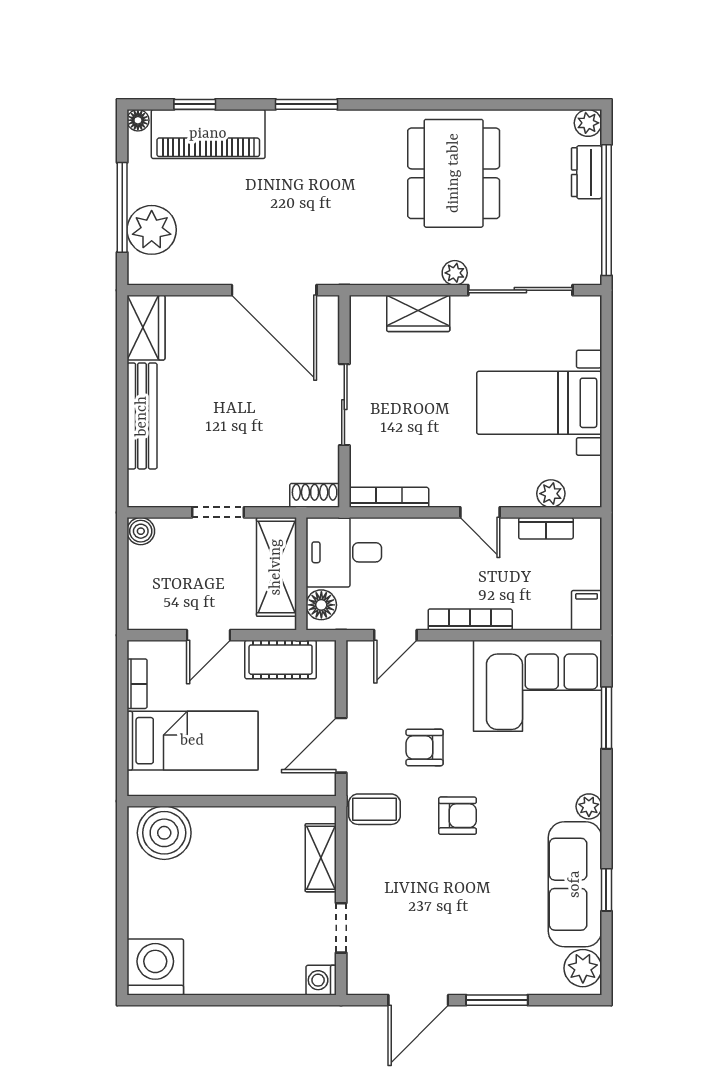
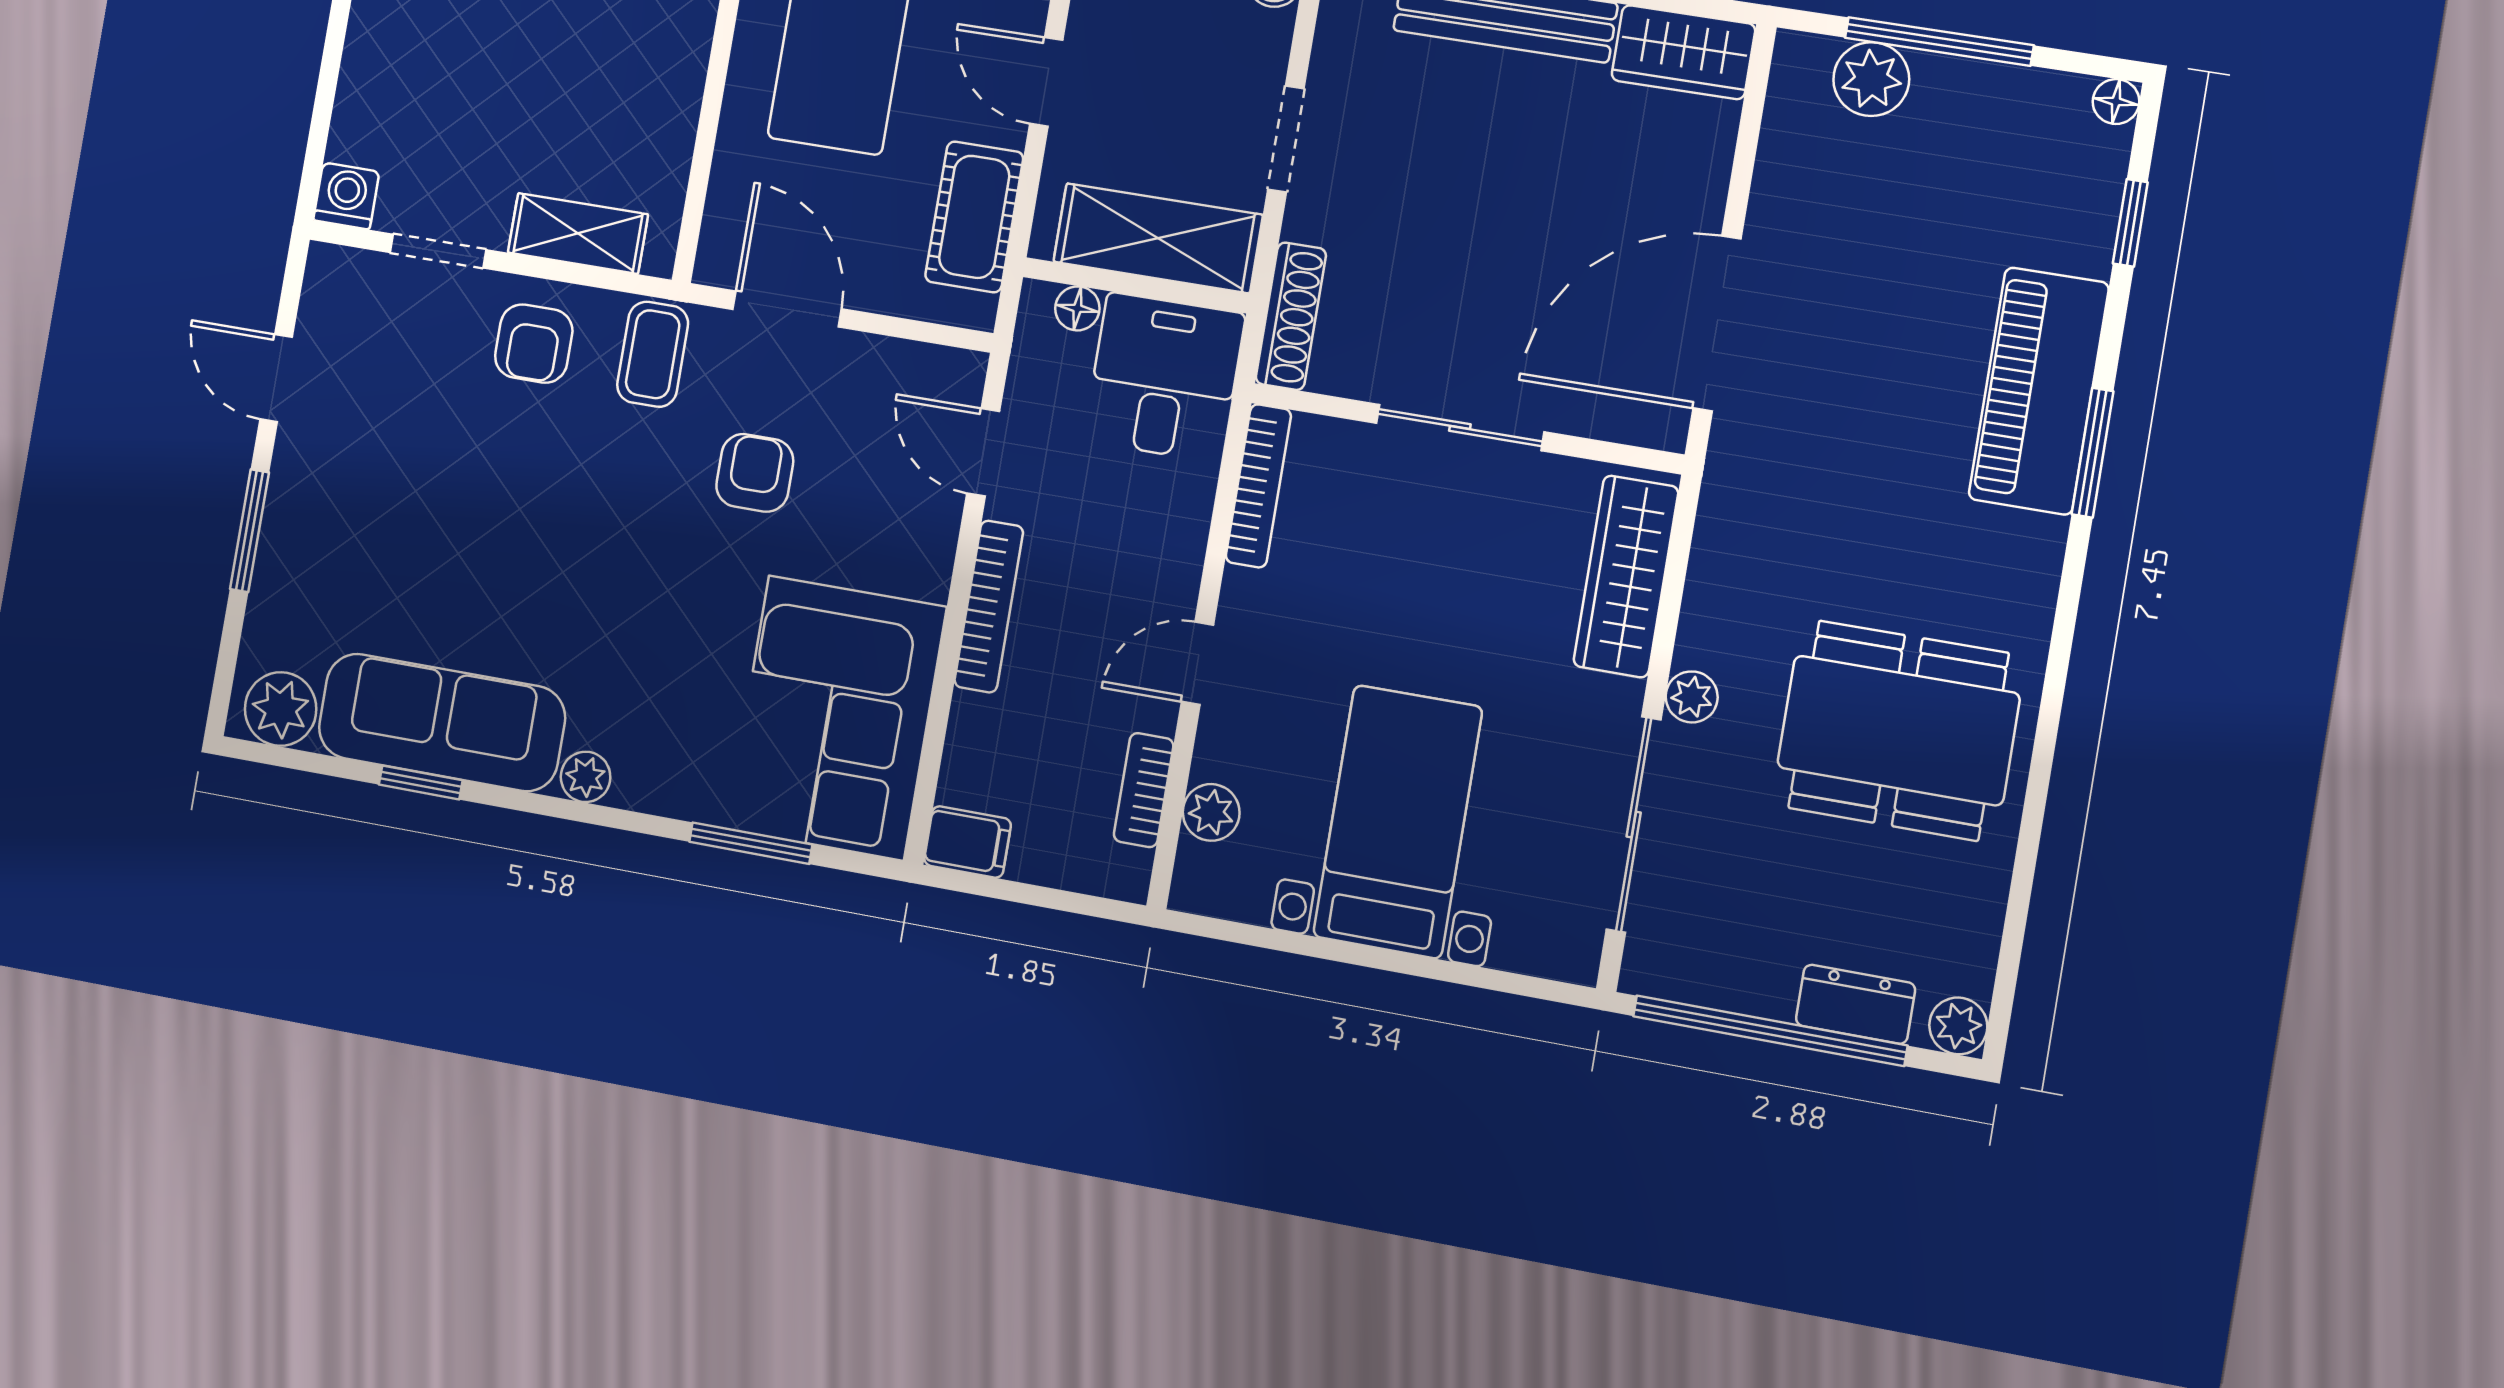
piano: (208, 134) -> (2039, 391), moved
plant: (152, 230) -> (1871, 79), width x0.73, depth x0.73
wardrobe: (418, 313) -> (1626, 576), width x1.50
shoe rack: (315, 495) -> (1291, 316), width x1.43
floor lamp: (321, 605) -> (1077, 308), width x0.73, depth x0.73
armchair: (458, 816) -> (534, 344), moved
door: (418, 1000) -> (276, 378), width x0.73

